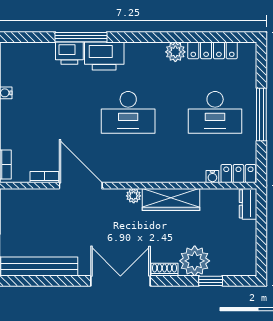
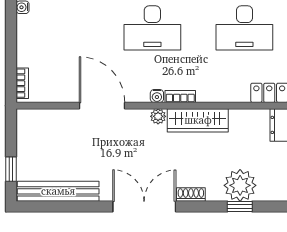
bookcase: (44, 177) -> (180, 97), moved
water cooler: (212, 177) -> (157, 96), moved
plant: (195, 261) -> (240, 185), moved

